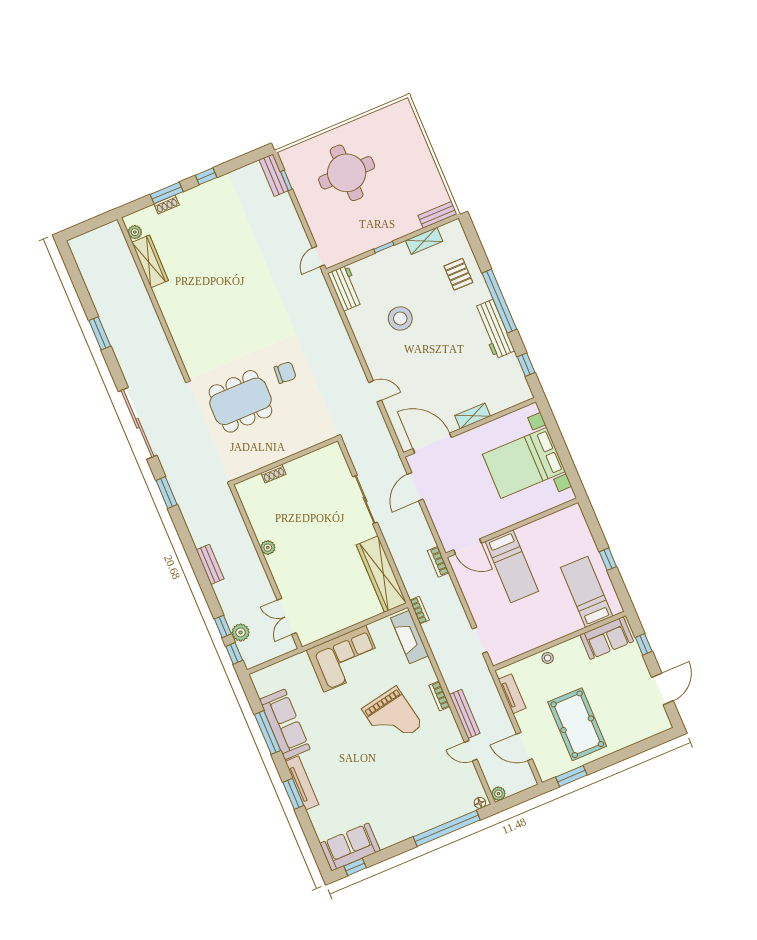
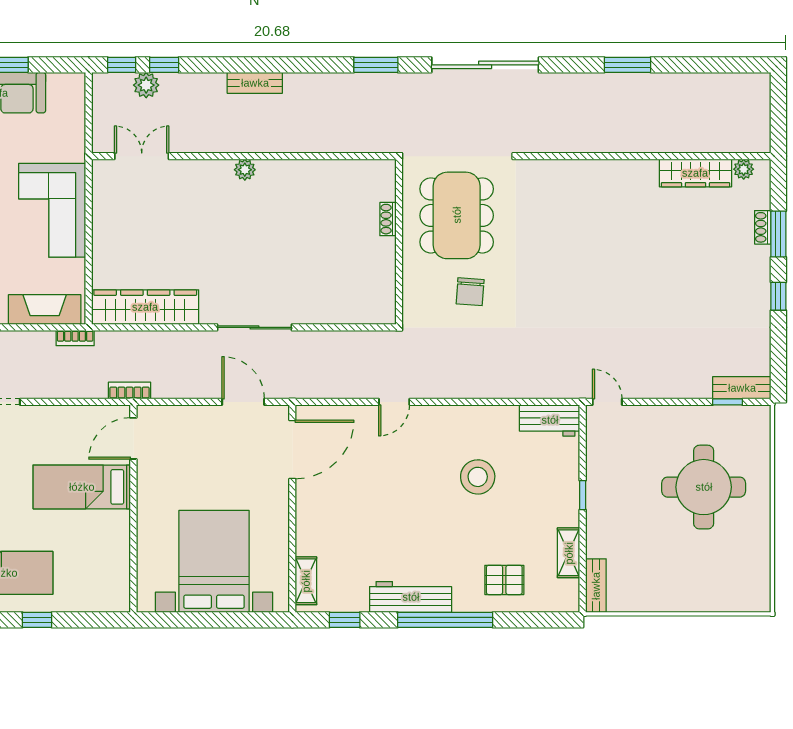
shelving: (473, 416) -> (306, 581), moved
wall: (285, 461) -> (399, 242), moved
shoe rack: (274, 474) -> (388, 219), moved

